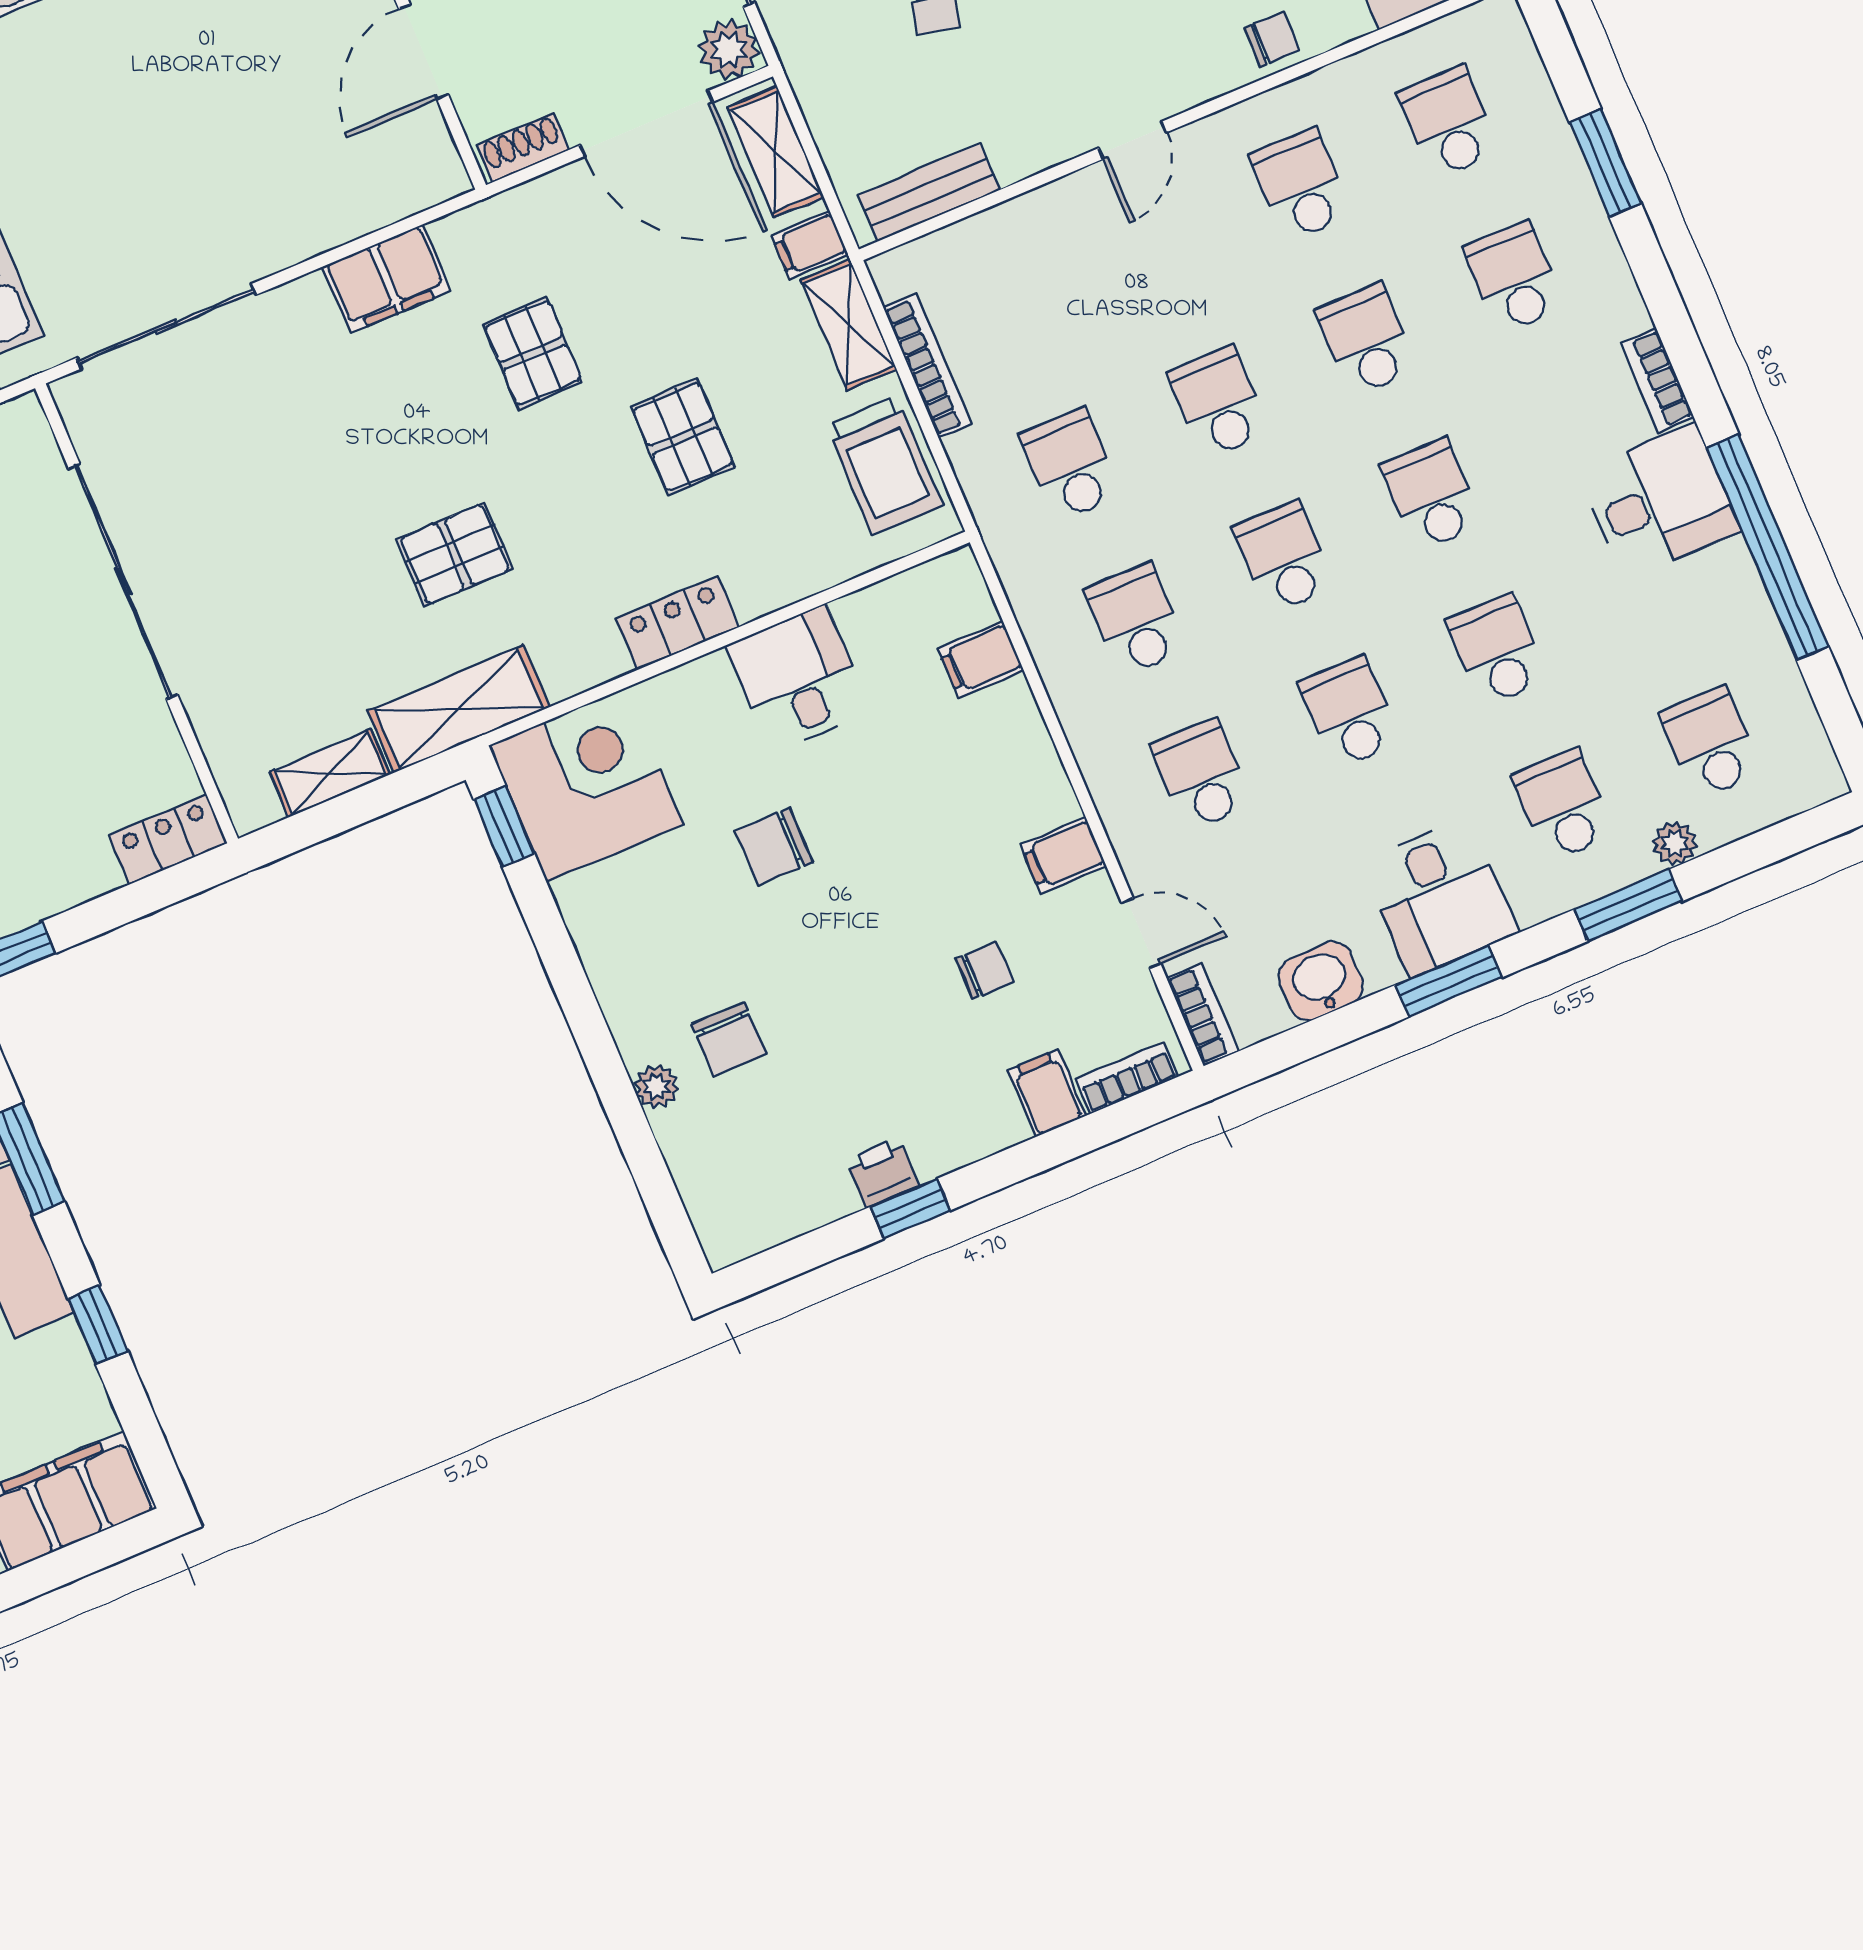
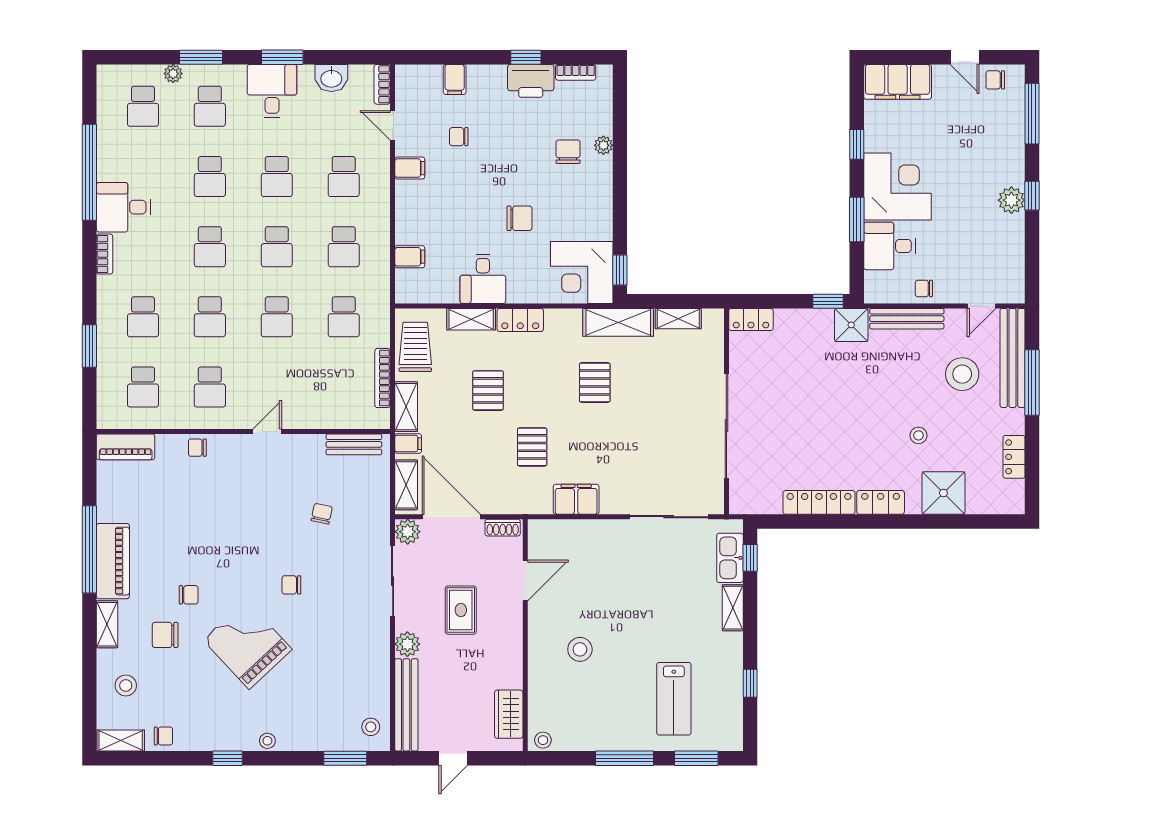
pallet: (454, 554) -> (595, 382), turned 90
shelving: (787, 579) -> (471, 319), added
bookcase: (1127, 1078) -> (576, 72), moved
printer: (882, 1173) -> (531, 81), width x1.87, depth x1.48

